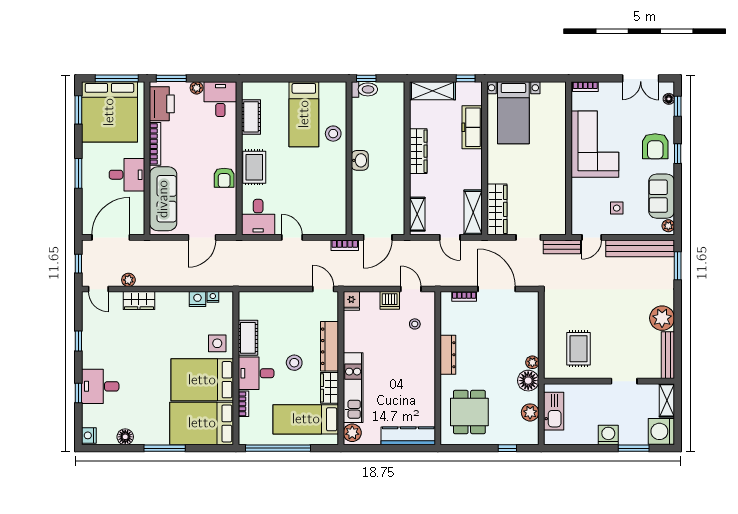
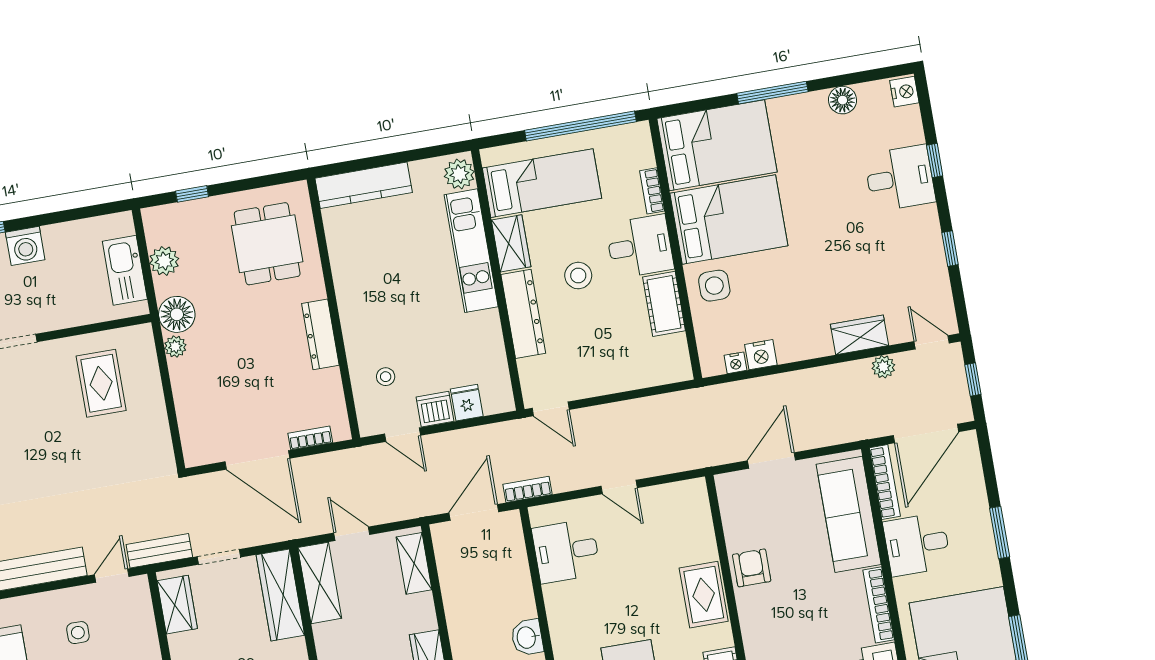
bookcase: (139, 214) -> (885, 482), added
wardrobe: (557, 214) -> (177, 605), added
desk: (258, 217) -> (566, 551), moved, turned -90
fridge: (351, 301) -> (467, 403), moved

